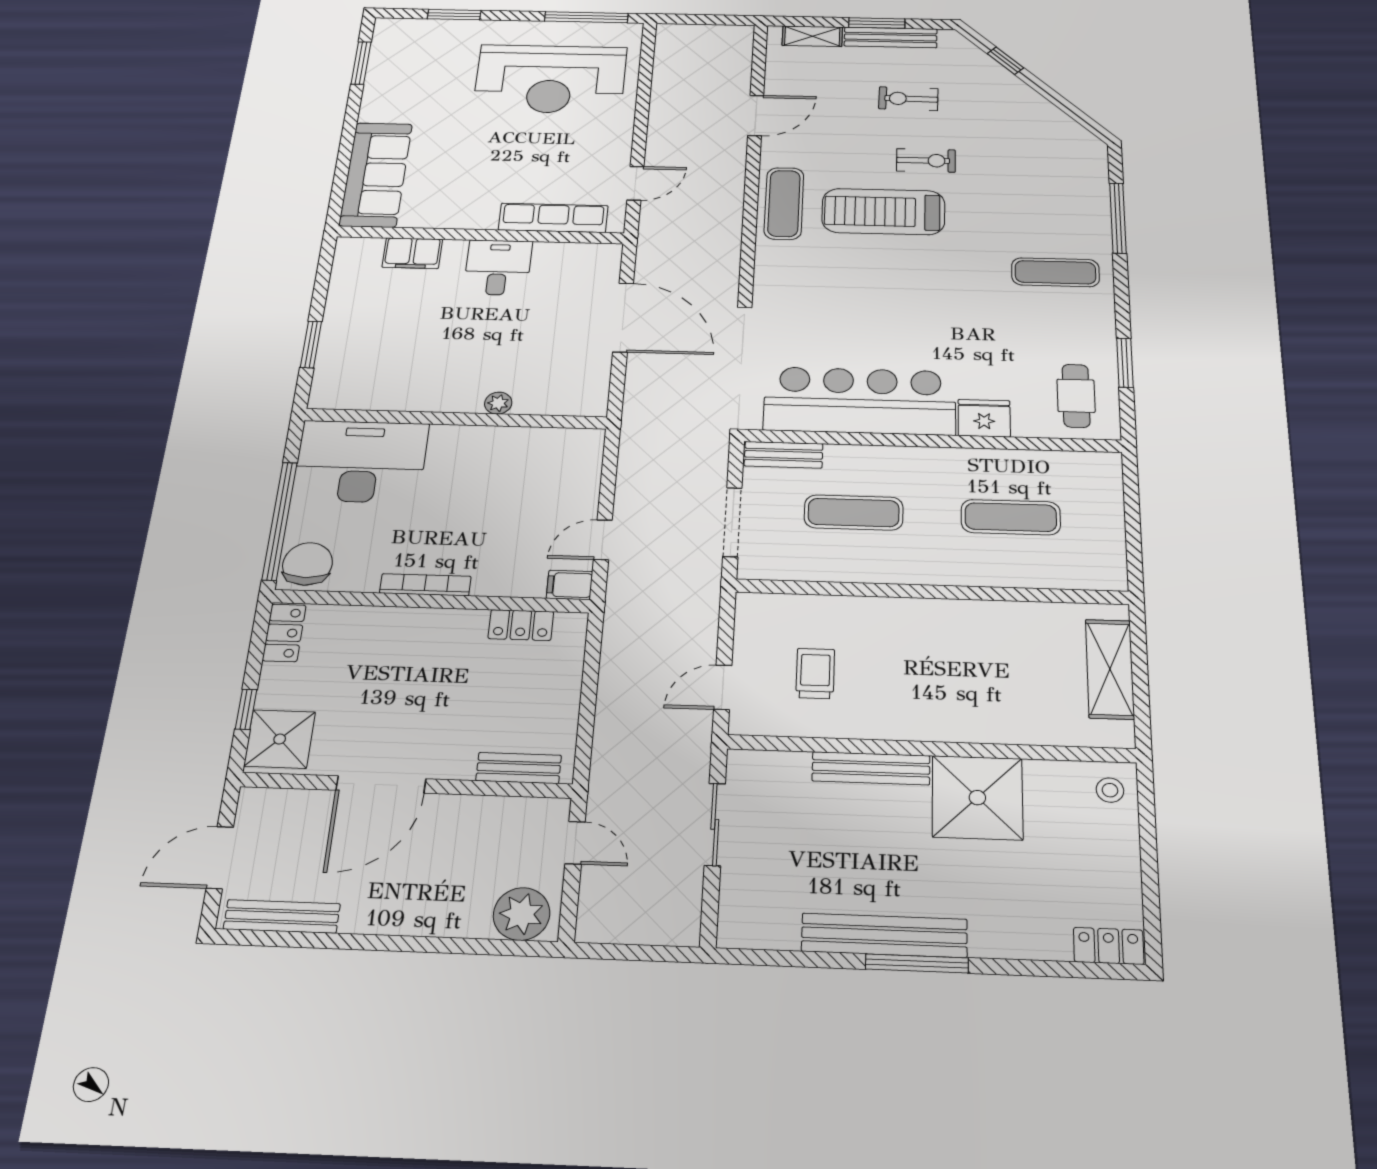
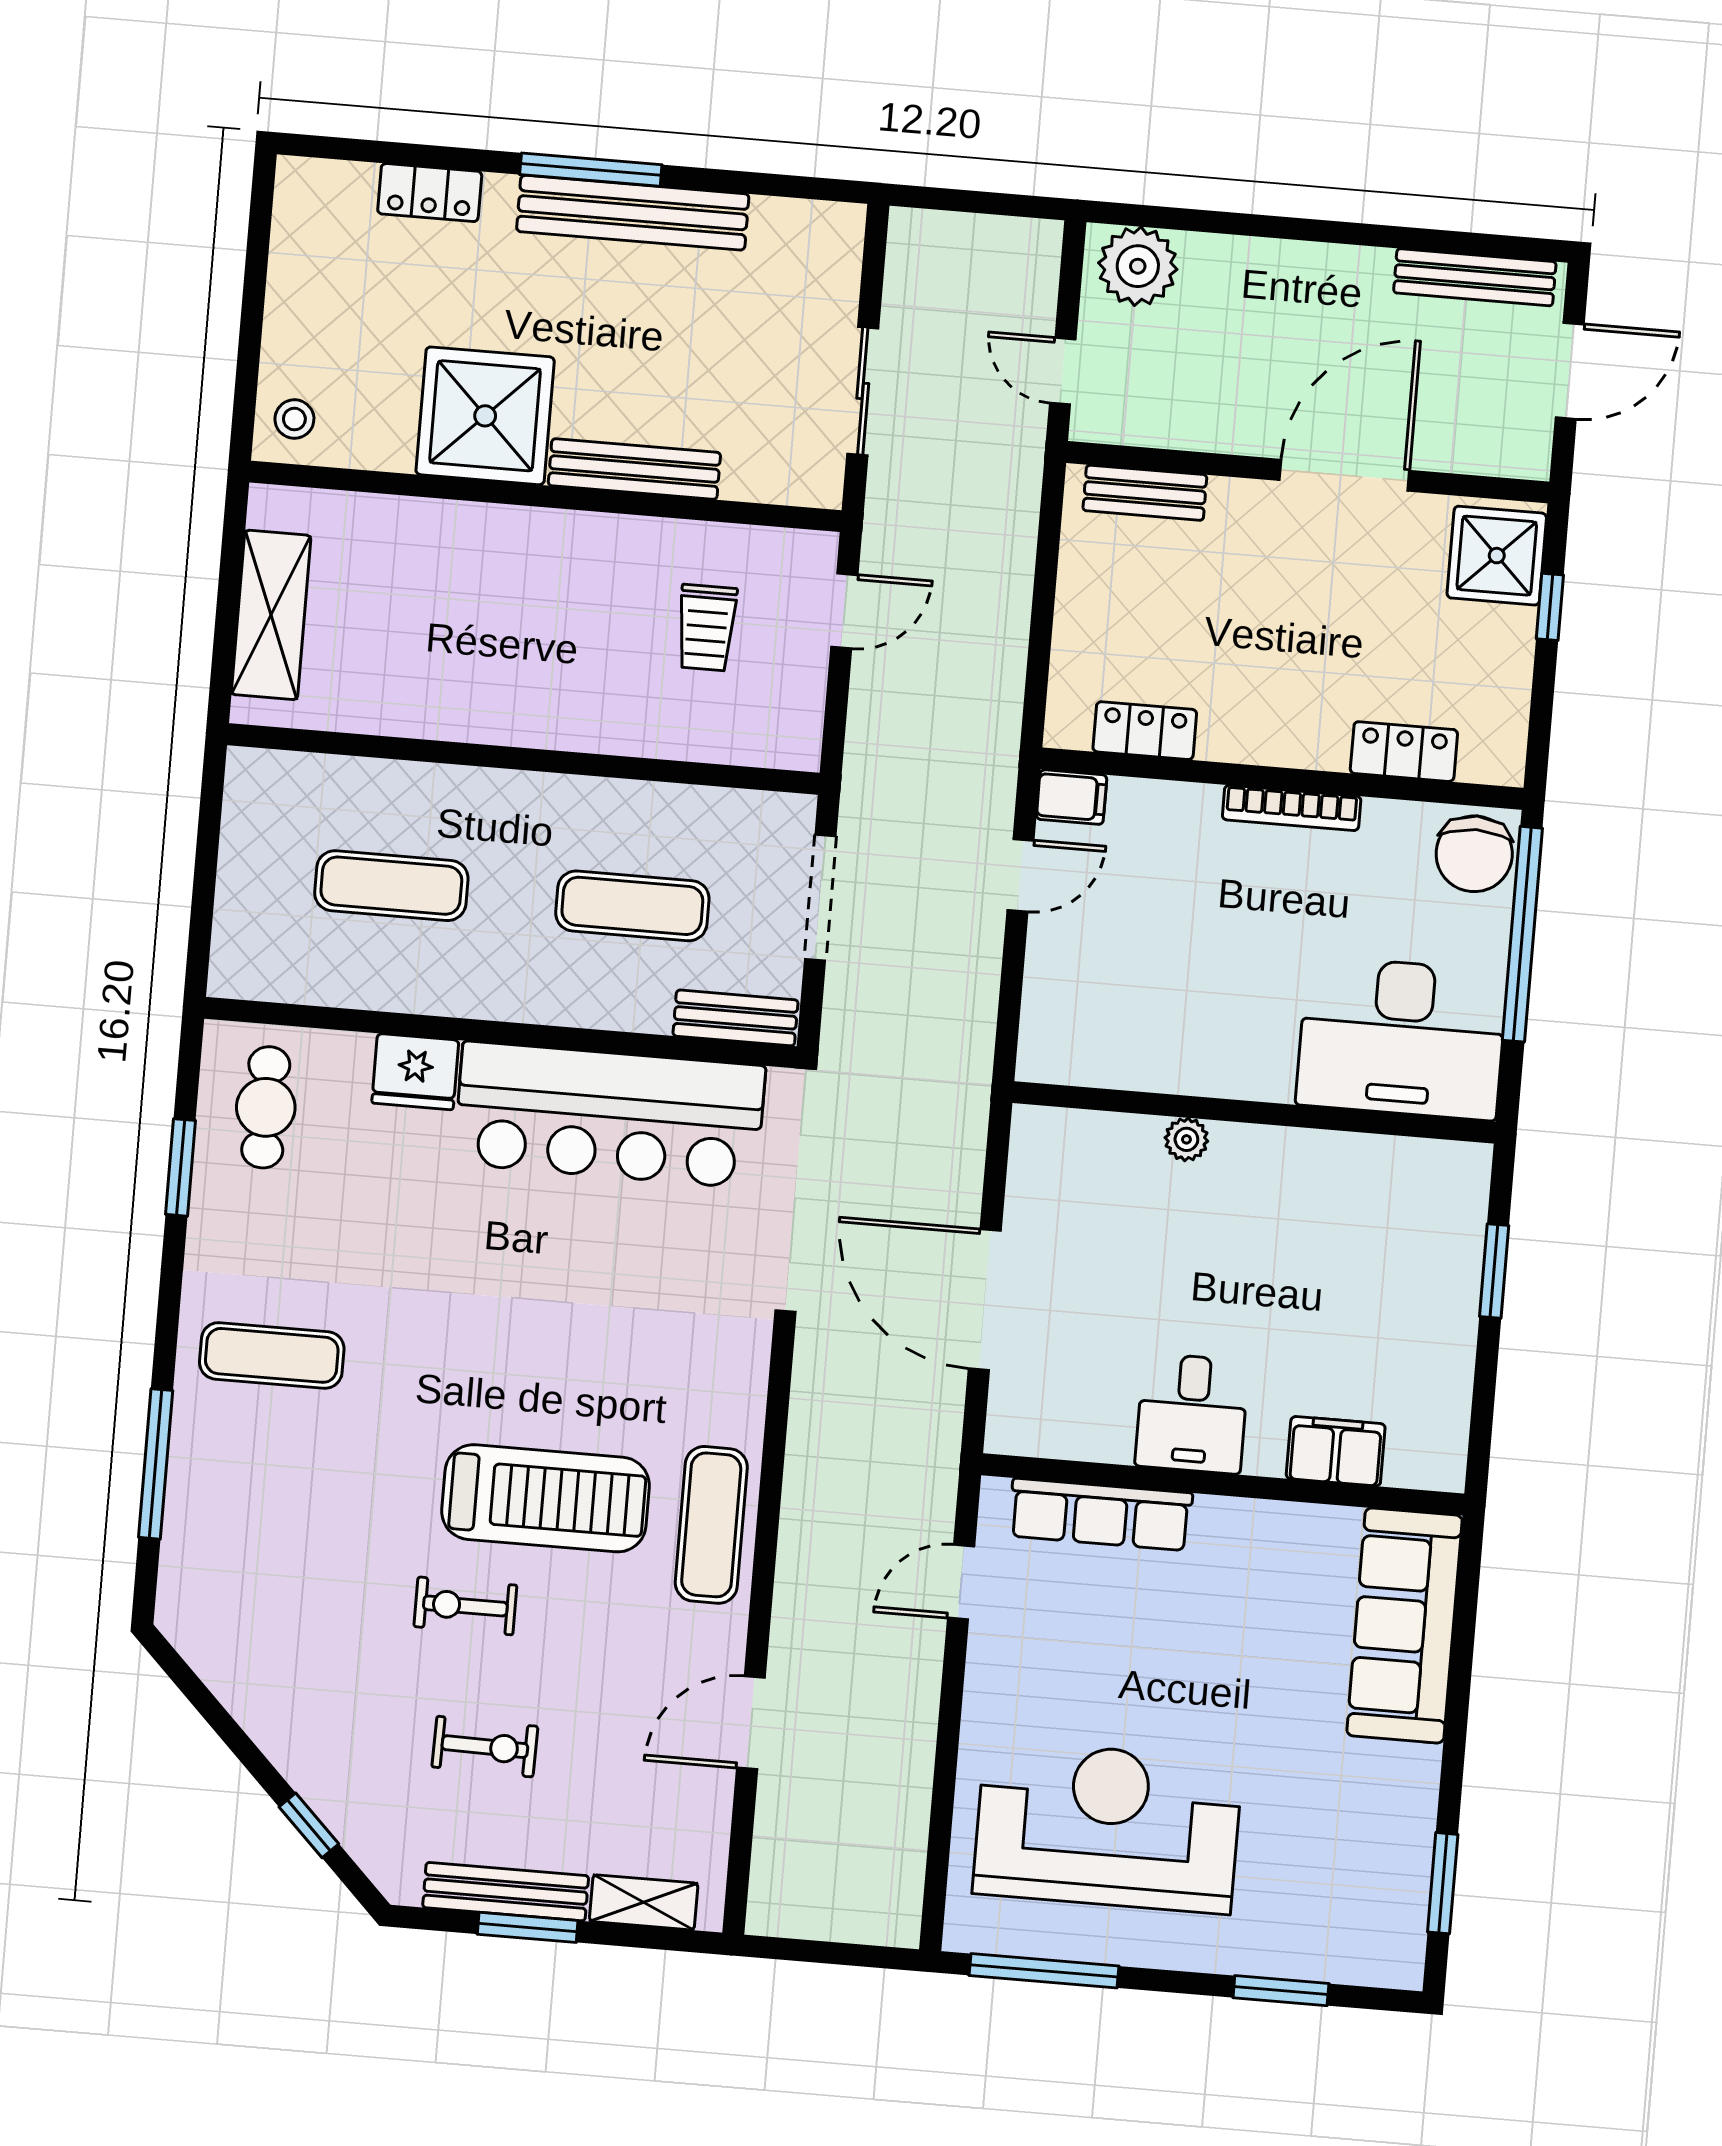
locker: (284, 633) -> (1404, 752), moved, turned 90
locker: (1109, 946) -> (430, 193), moved

